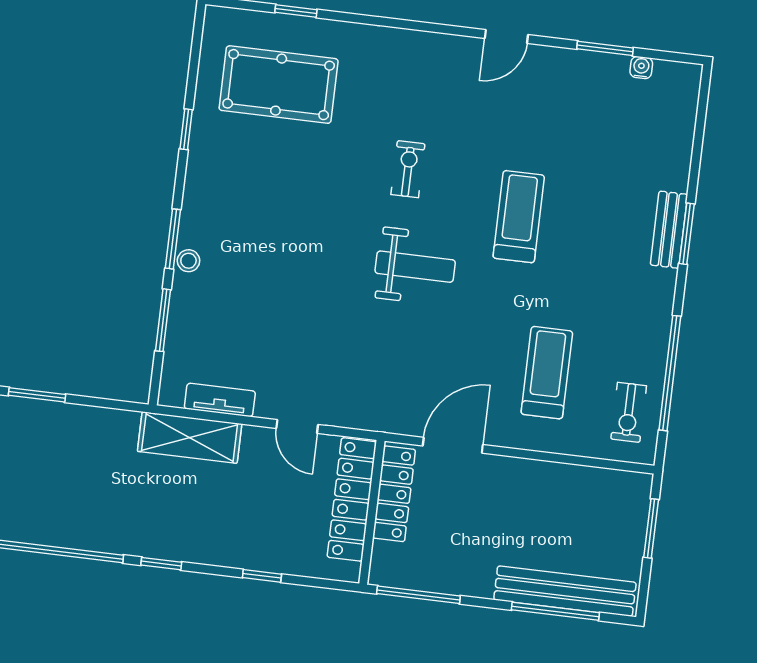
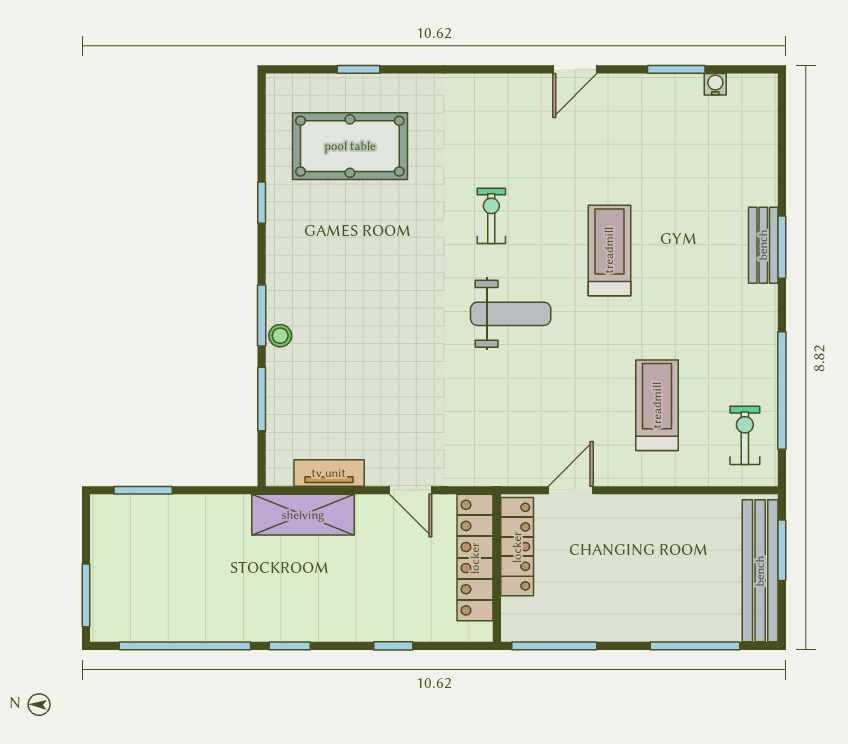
exercise bike: (629, 412) -> (745, 435), turned 180
door: (453, 445) -> (571, 490), width x0.73
bench: (565, 591) -> (760, 571), moved, turned 90

